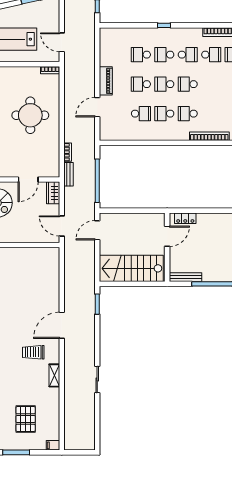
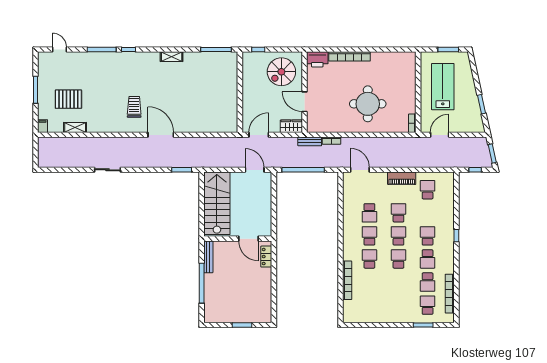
school desk: (141, 55) -> (428, 190), moved
door: (97, 107) -> (360, 170), moved
shelving: (54, 375) -> (75, 127), moved

